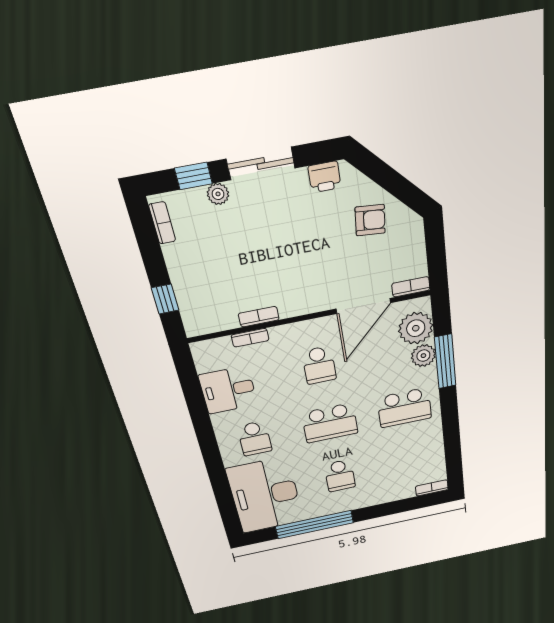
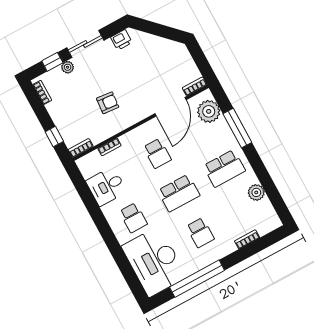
armchair: (370, 220) -> (108, 103), moved
bookcase: (259, 317) -> (81, 148), moved
plant: (423, 356) -> (256, 192), moved
bookcase: (432, 488) -> (247, 239), moved

